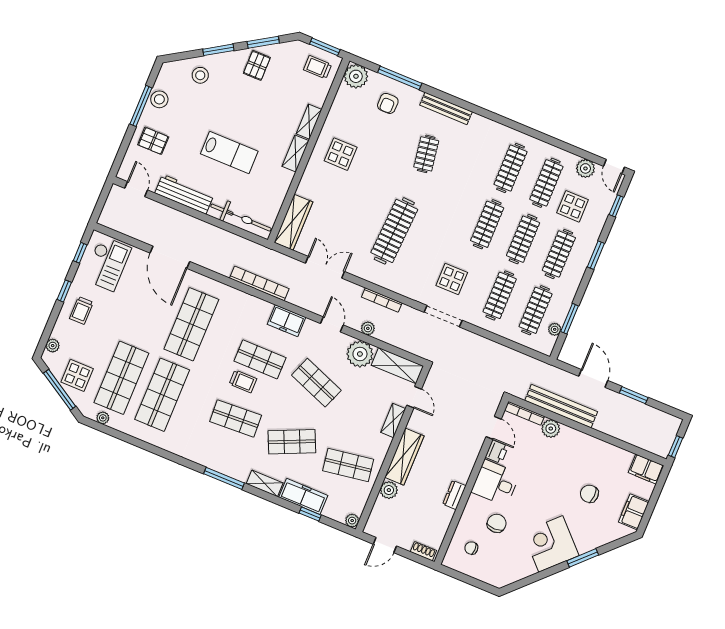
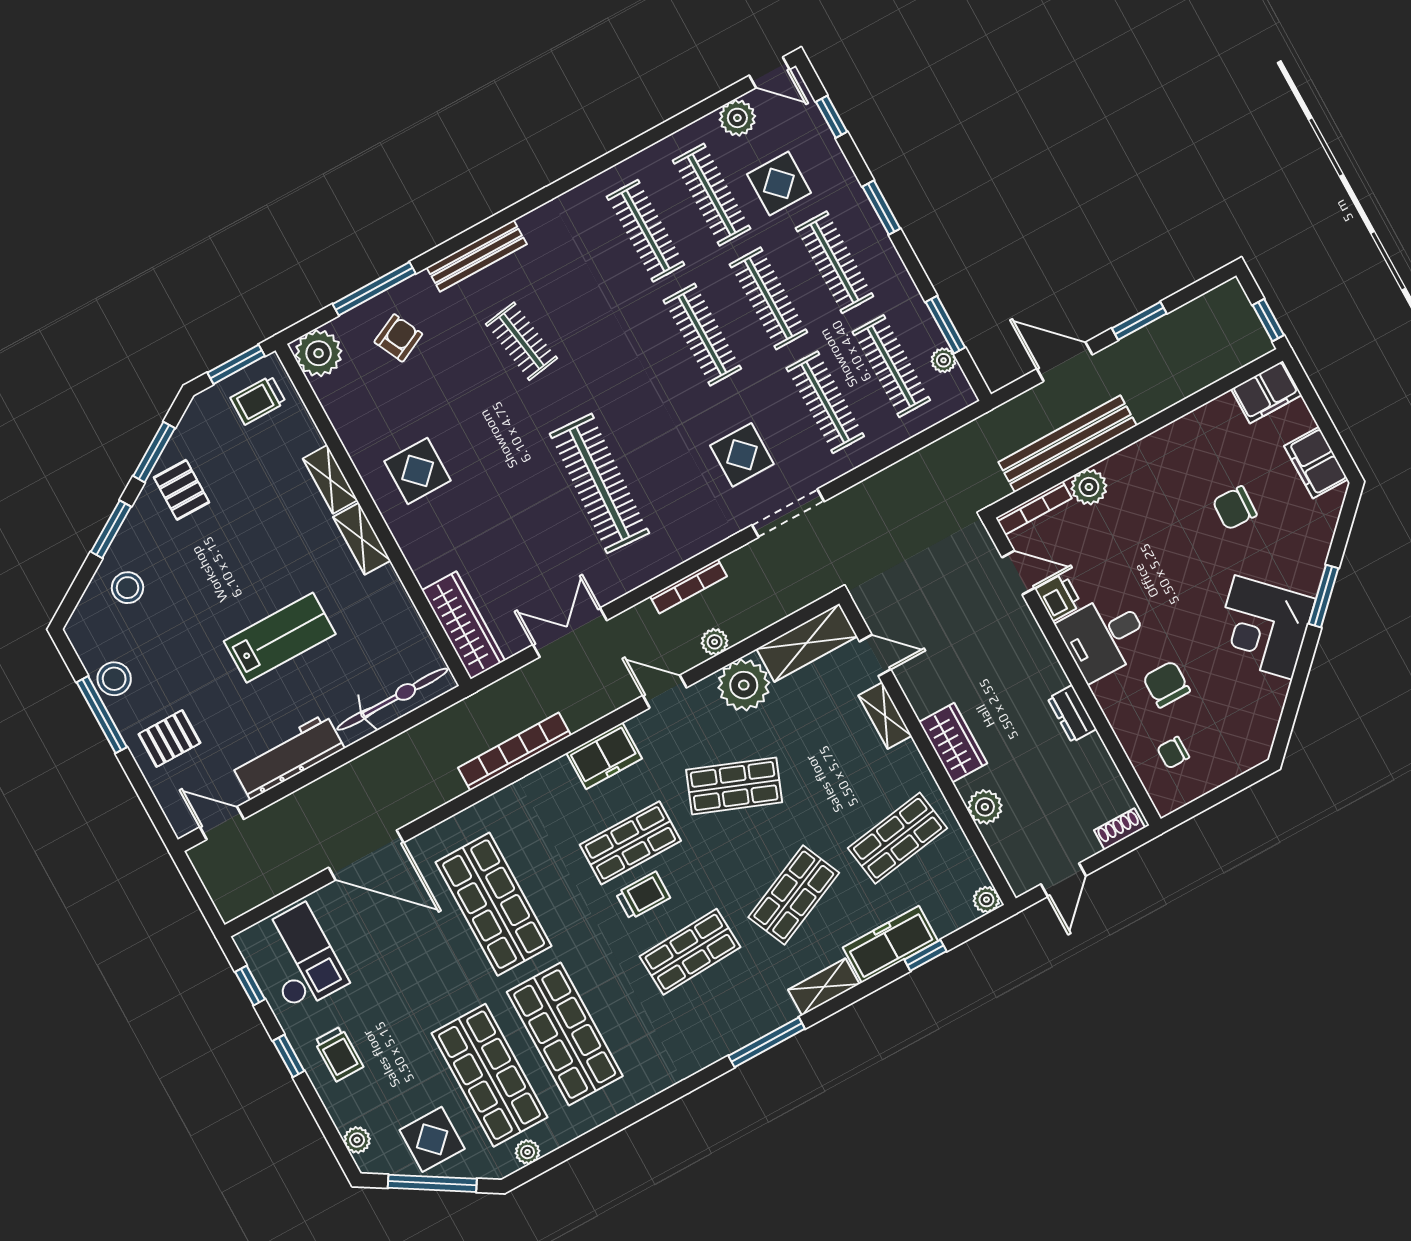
armchair: (388, 103) -> (398, 338), turned -116
wardrobe: (404, 457) -> (953, 743), width x0.67

